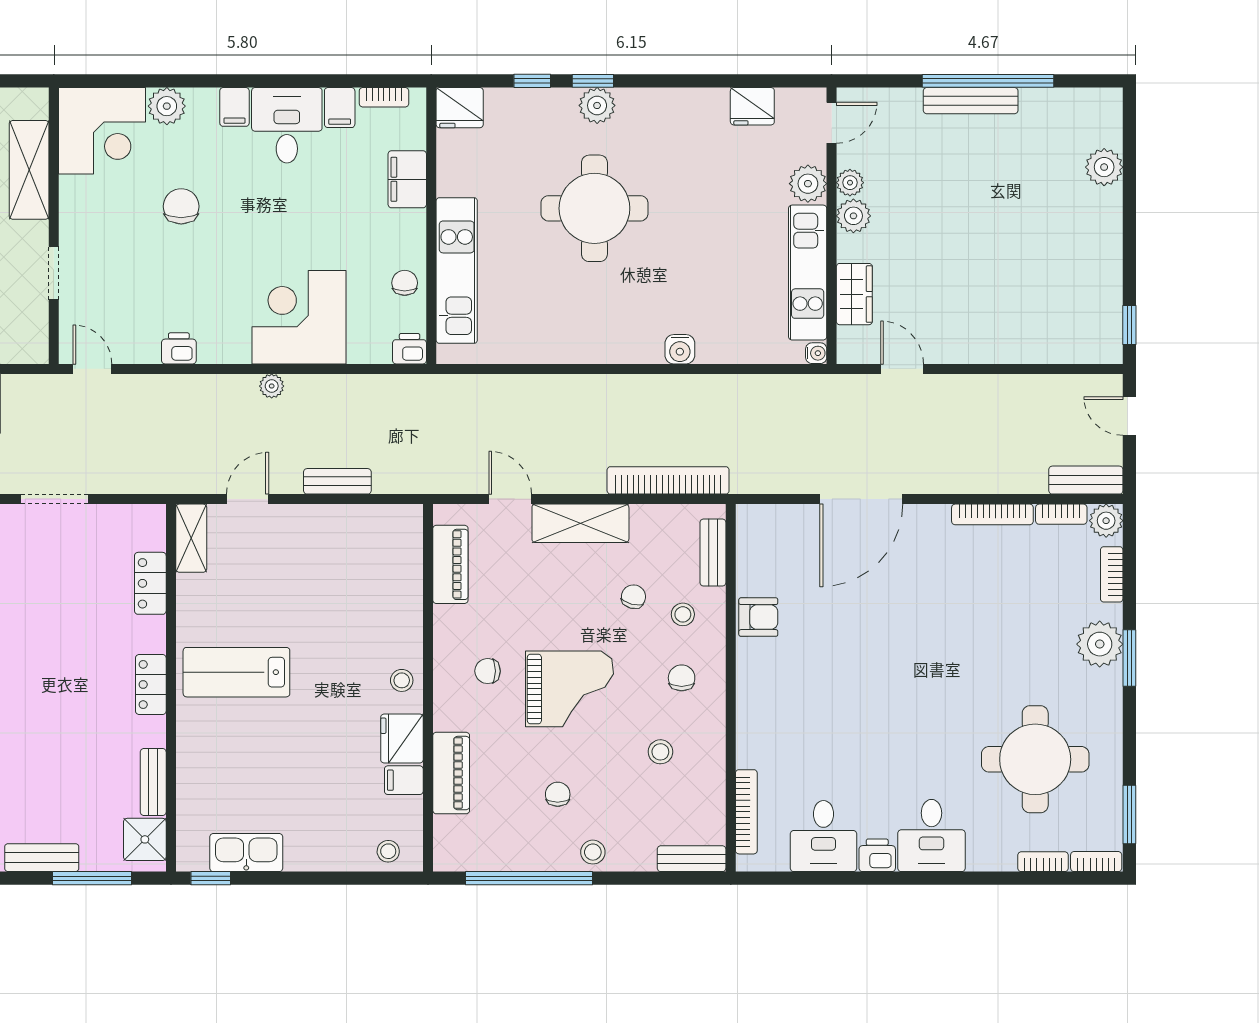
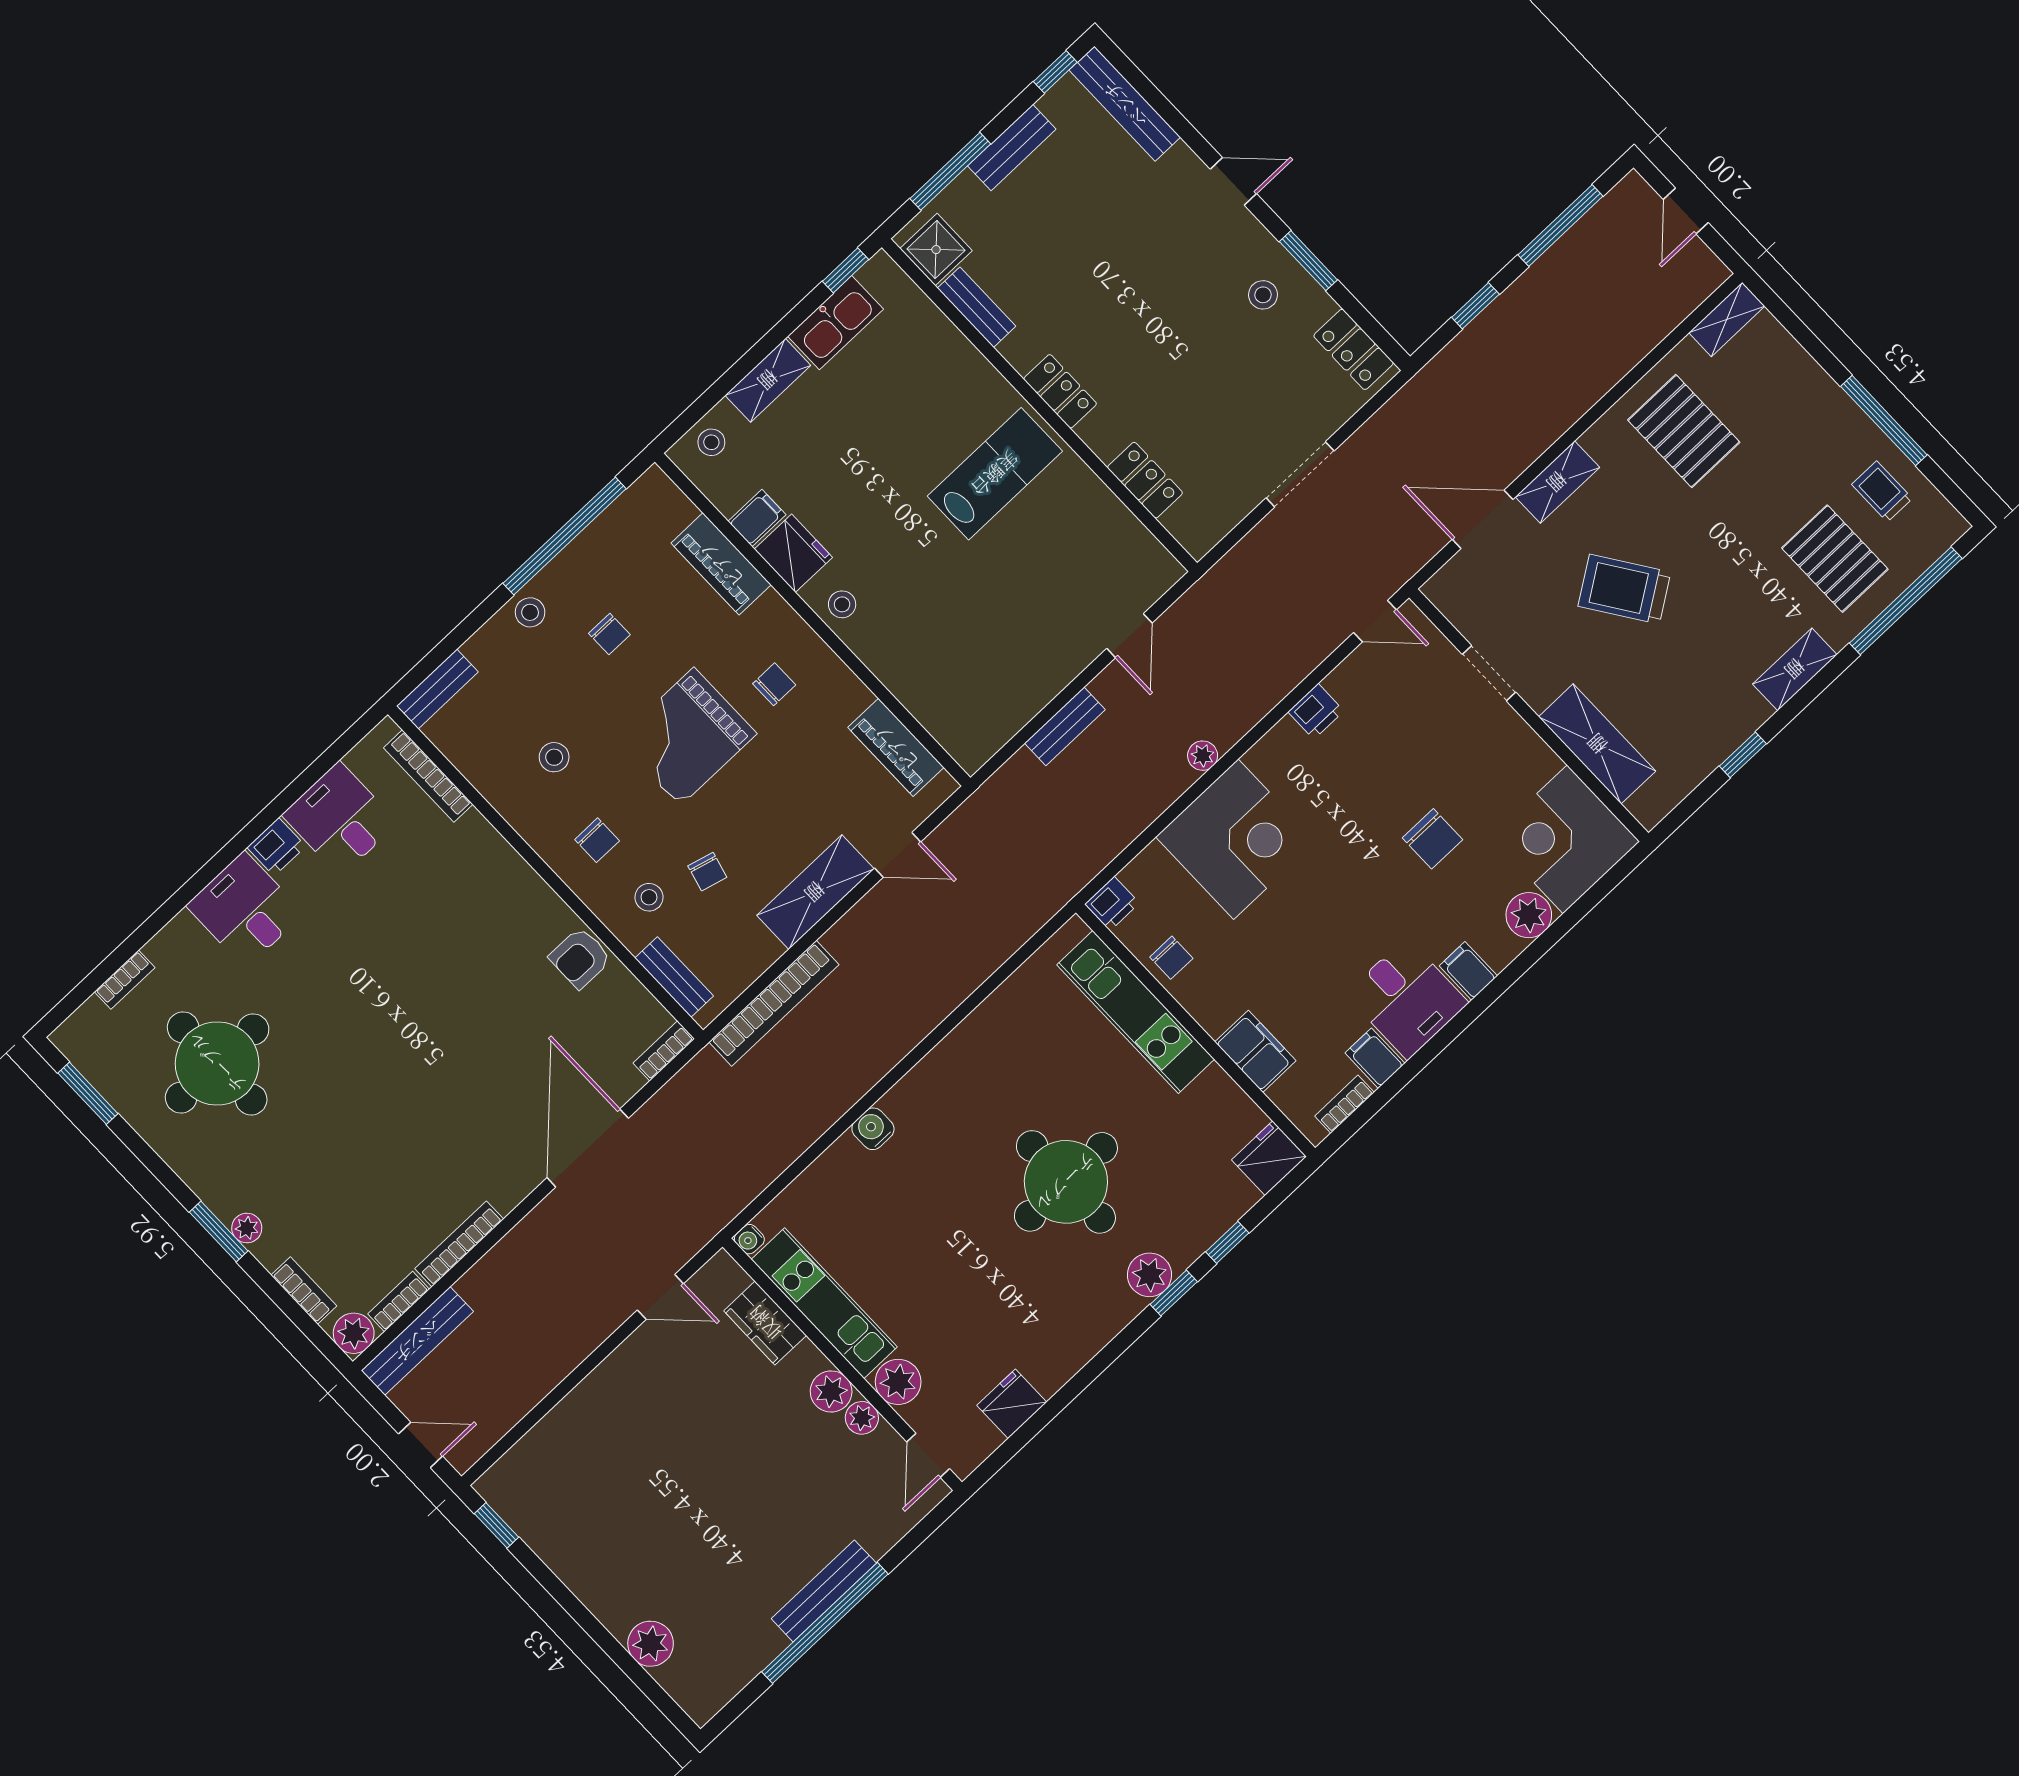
bench: (1086, 480) -> (417, 1341), width x1.36
shelving: (191, 538) -> (768, 380), moved, turned 90
plant: (1100, 644) -> (247, 1228), width x0.53, depth x0.53
bookcase: (1096, 862) -> (664, 1051), moved, turned 180

